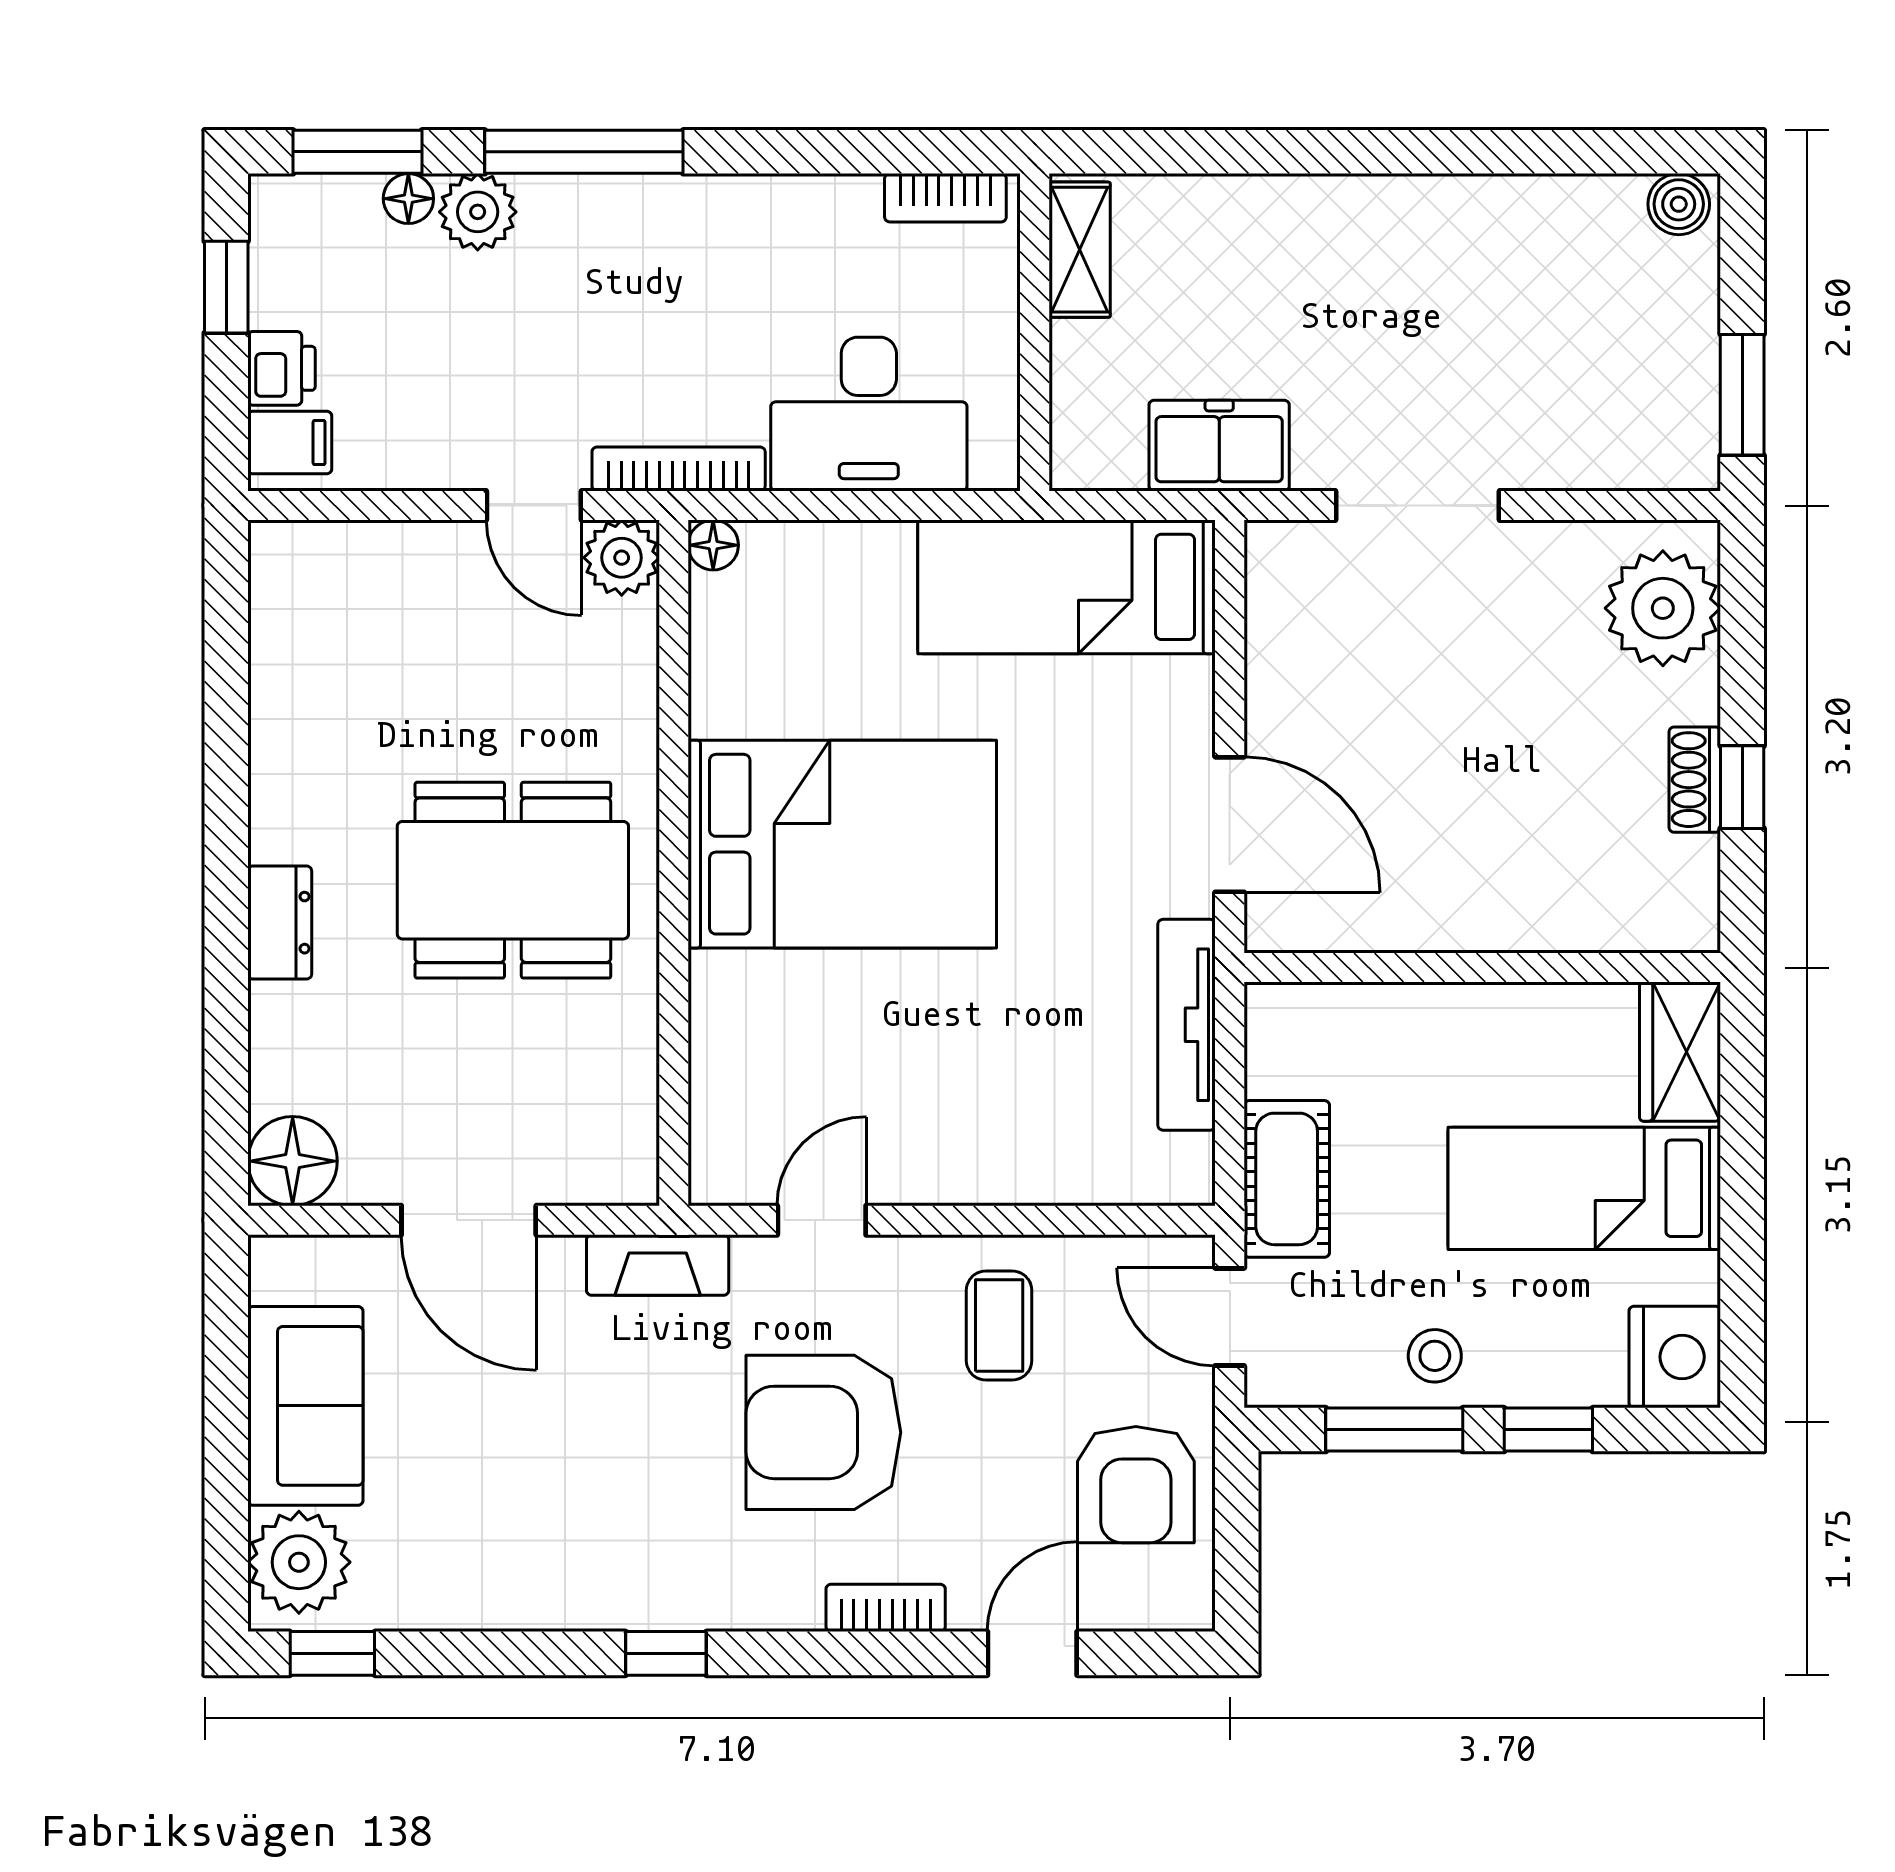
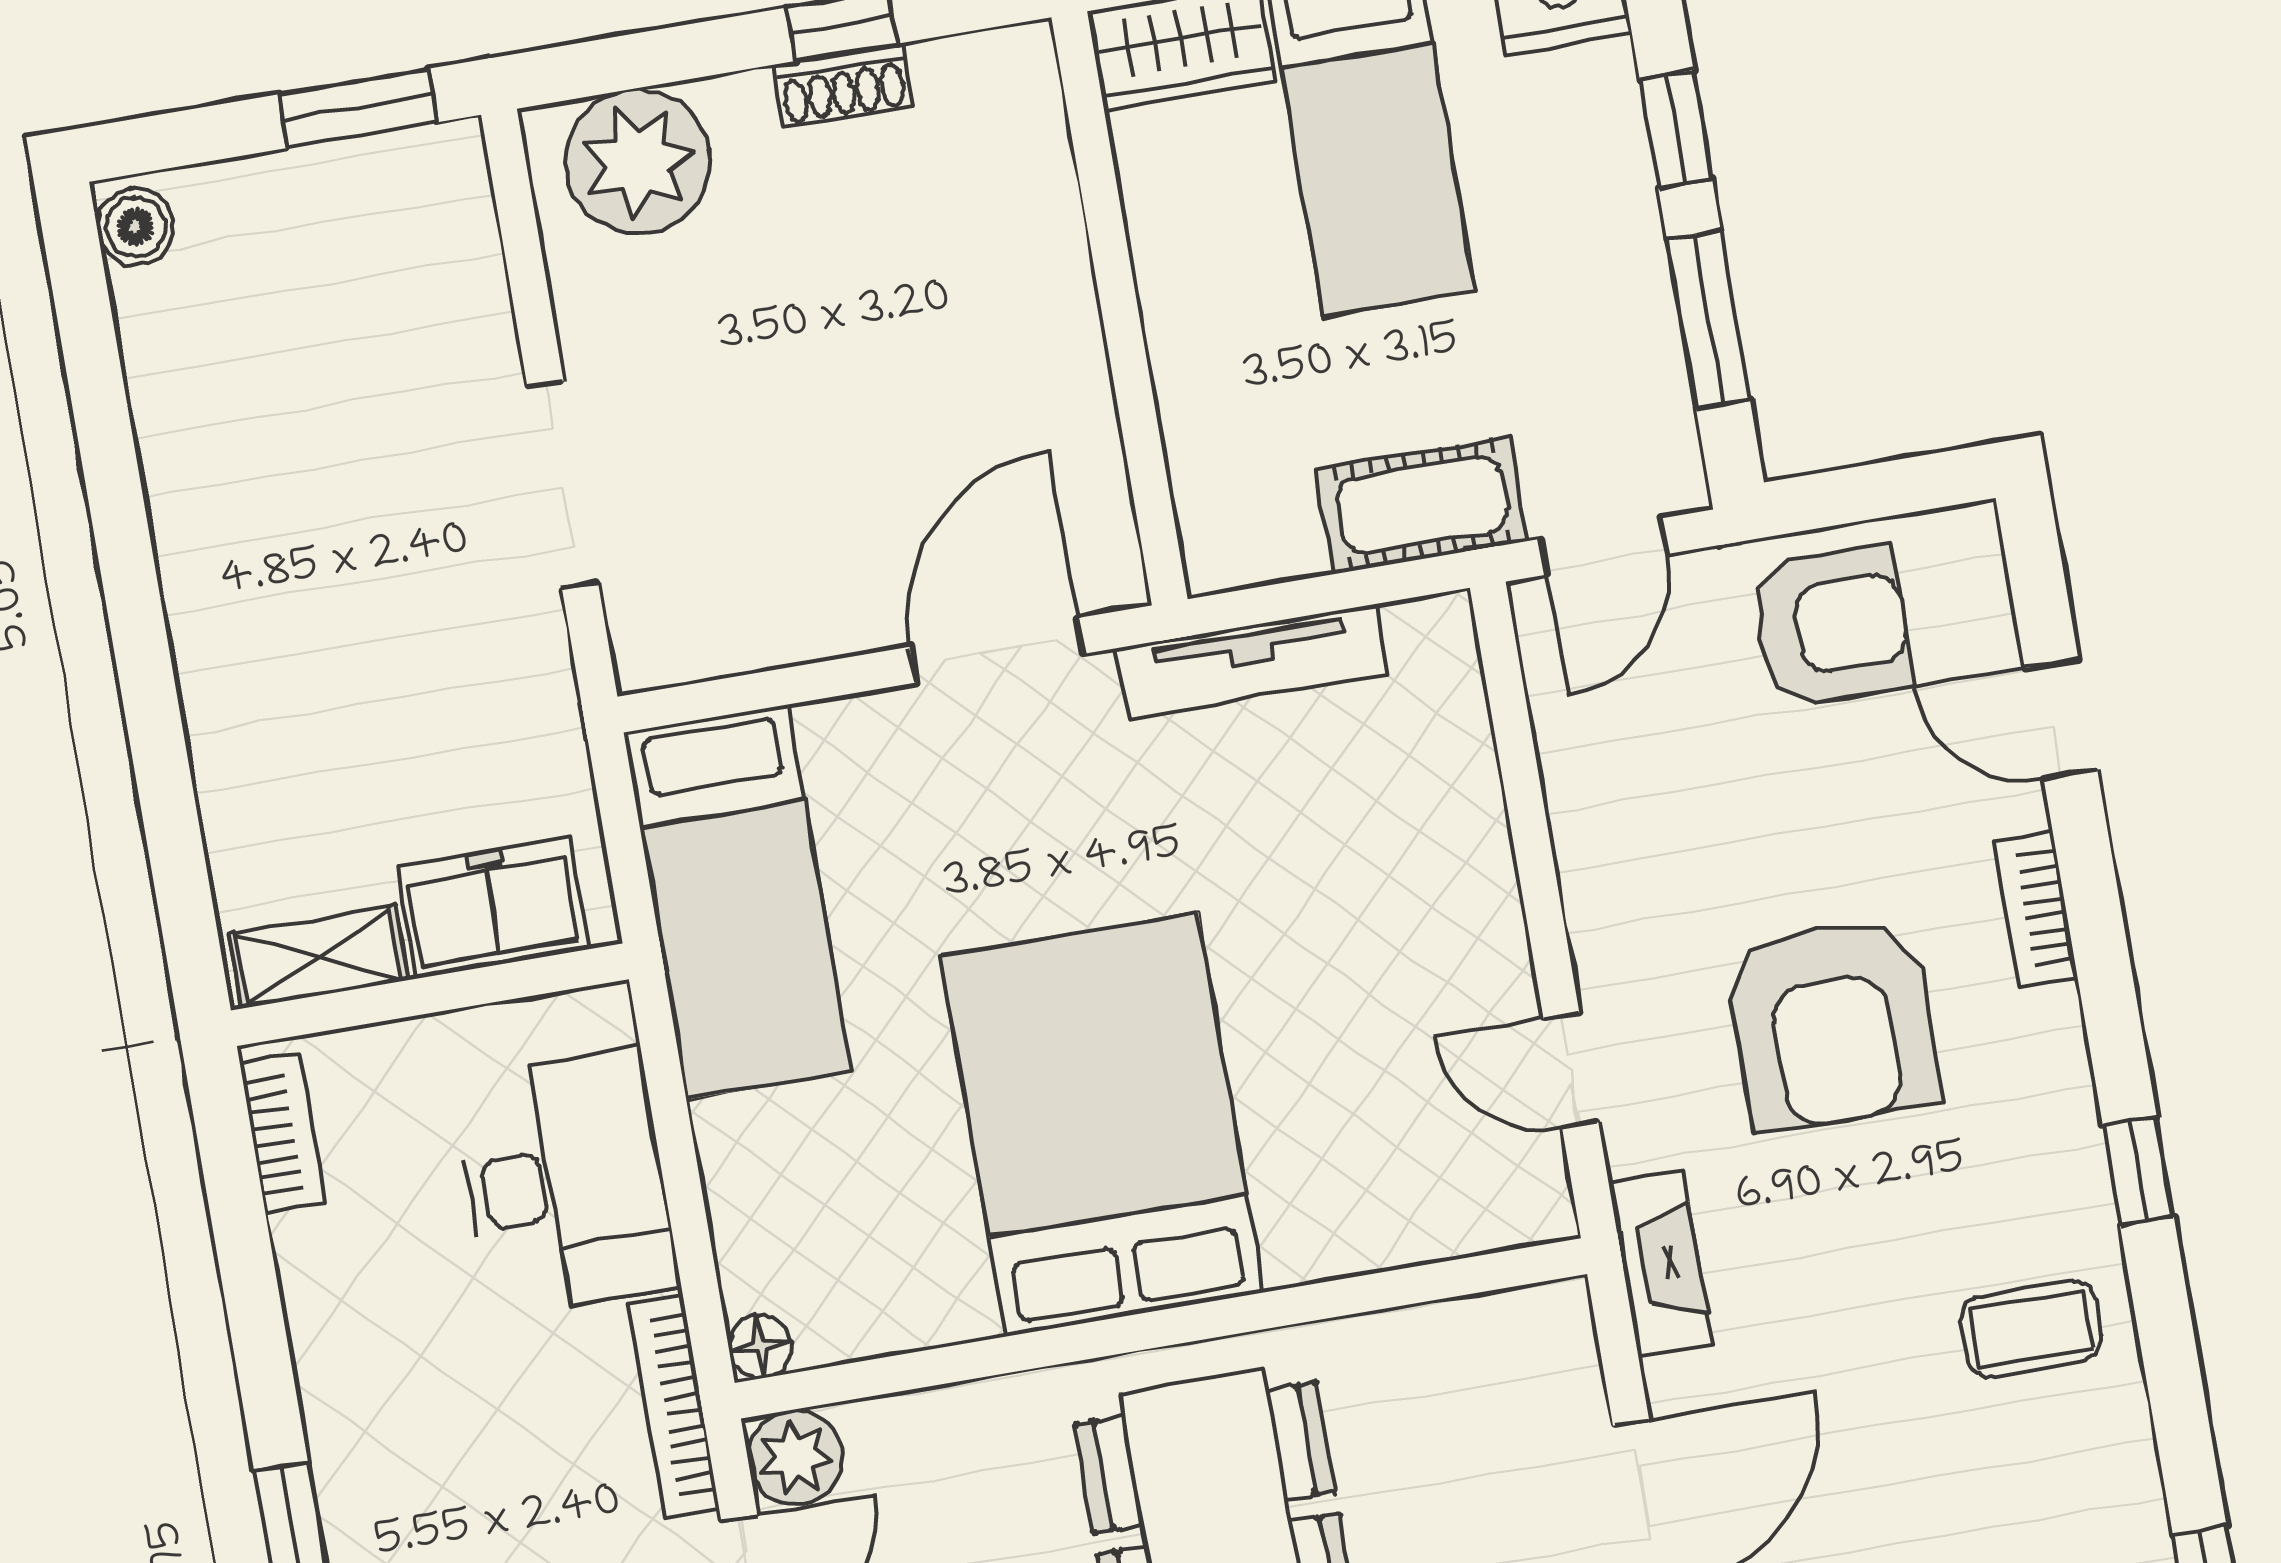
freezer: (1219, 446) -> (492, 908), moved, turned 90
coffee table: (999, 1325) -> (2031, 1329), moved
stool: (1435, 1356) -> (1609, 285), removed

